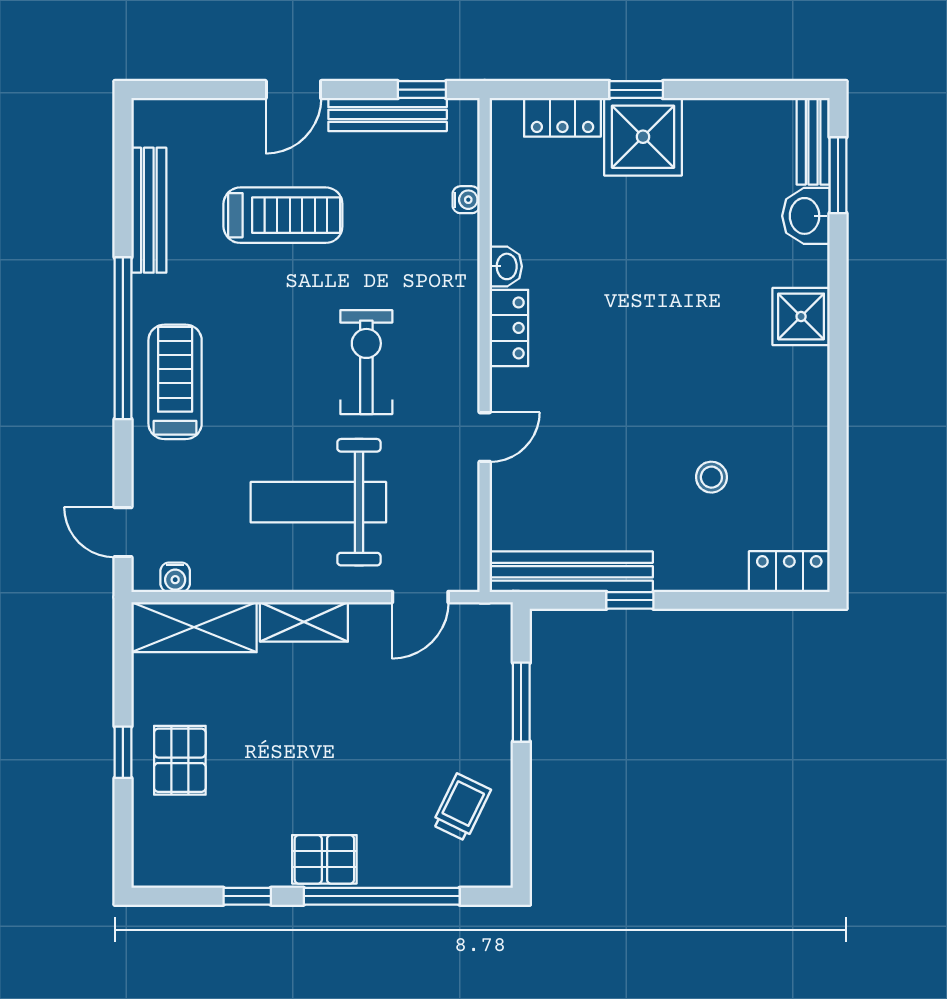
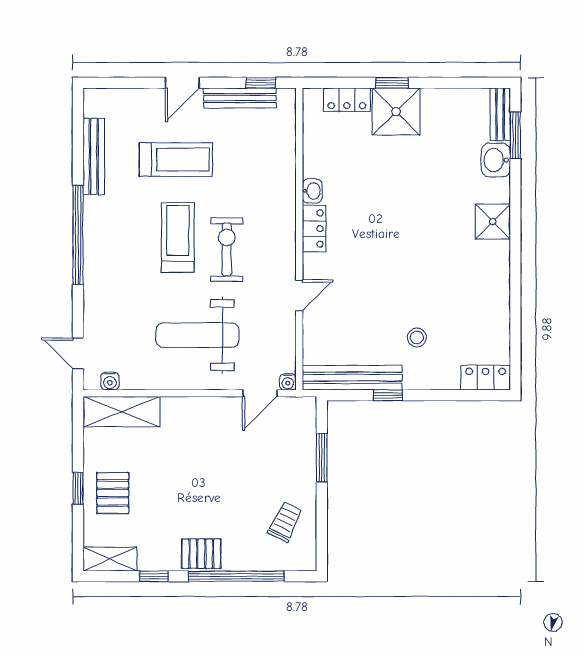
water cooler: (466, 200) -> (288, 382), moved, turned 90
treadmill: (175, 382) -> (178, 237), moved
stool: (711, 477) -> (417, 337), moved
shelving: (304, 622) -> (110, 559), moved

